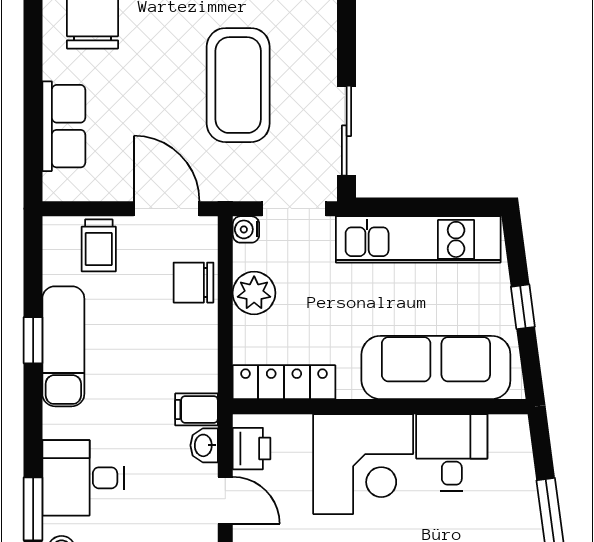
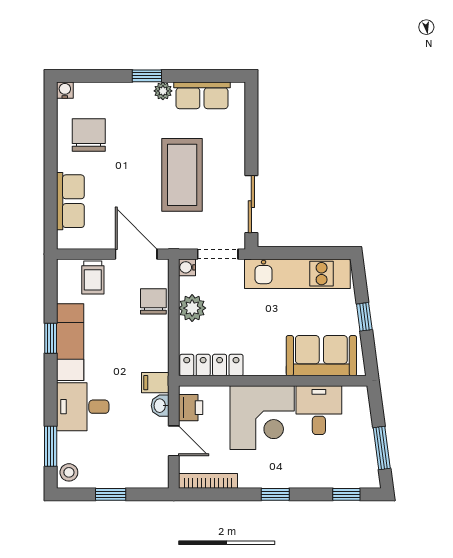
chair: (194, 283) -> (153, 301), turned 90
sofa: (436, 367) -> (321, 356), width x0.73
desk: (83, 478) -> (83, 407), moved

